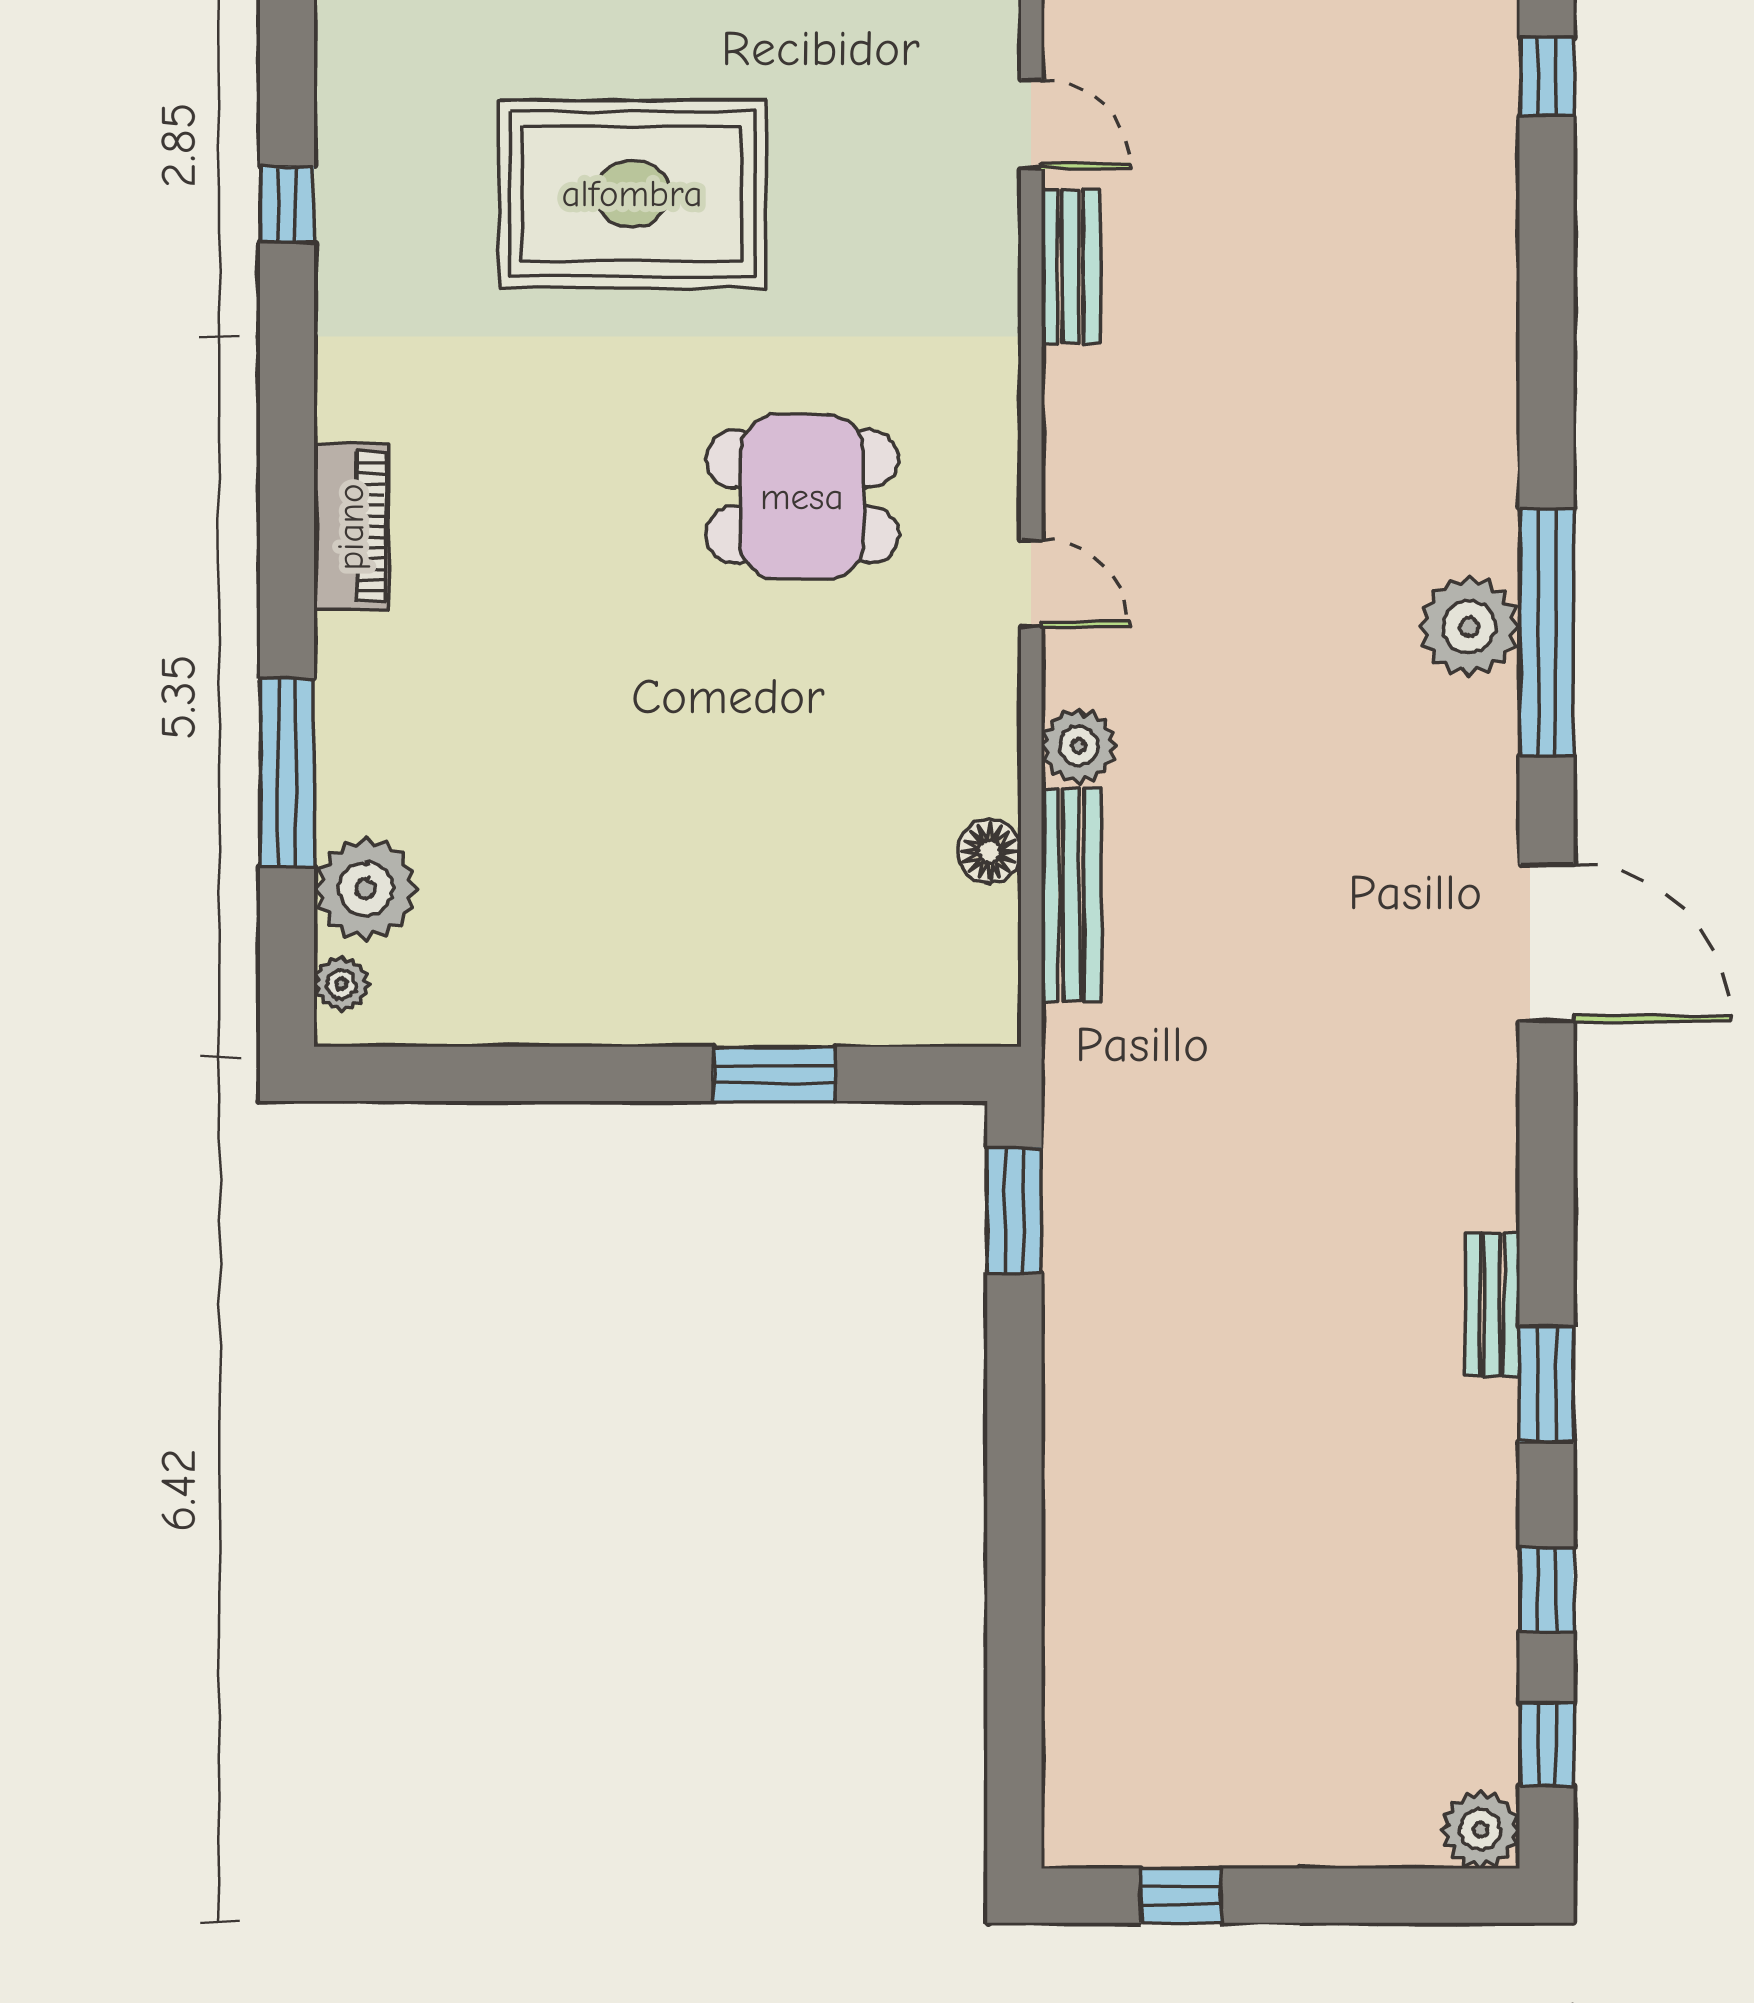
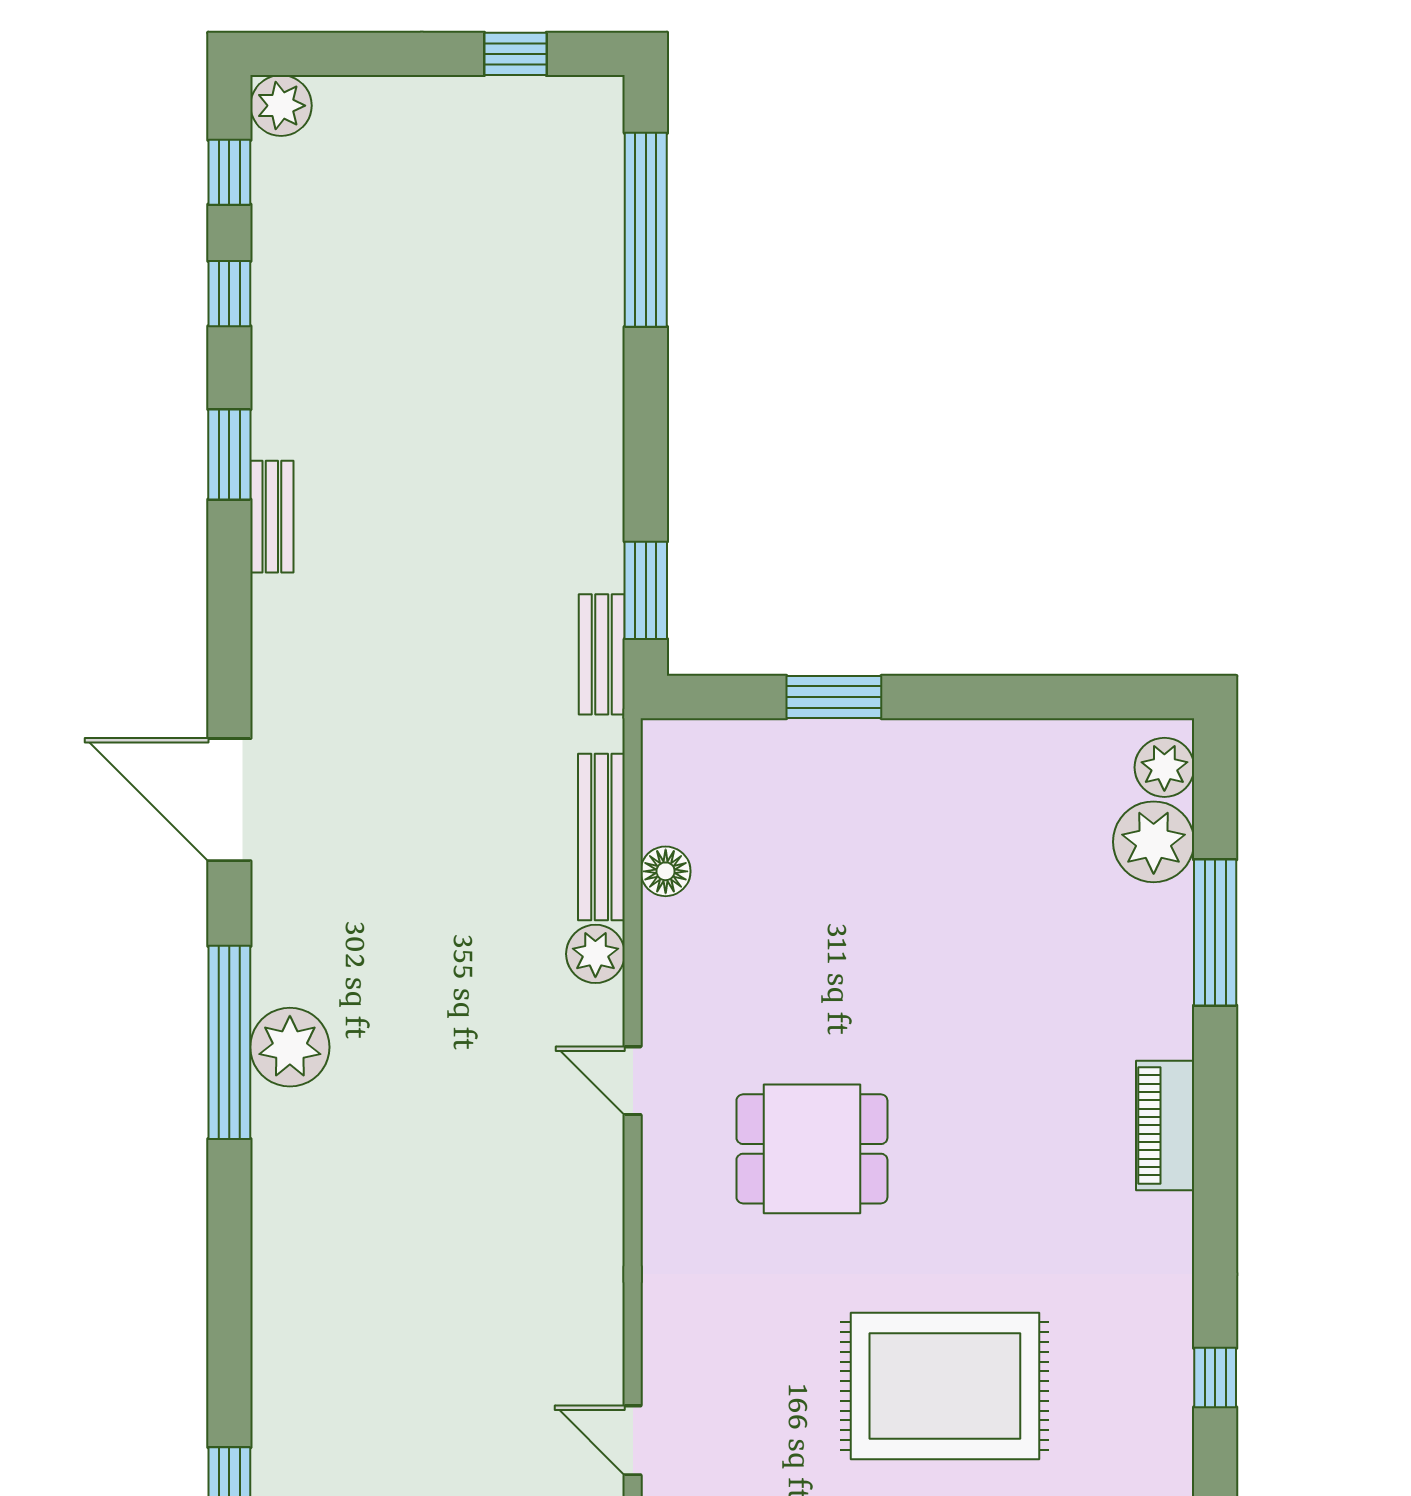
bench: (1071, 267) -> (602, 654), moved
plant: (342, 984) -> (1164, 767), width x1.38, depth x1.38
window: (1014, 1671) -> (646, 230), added

